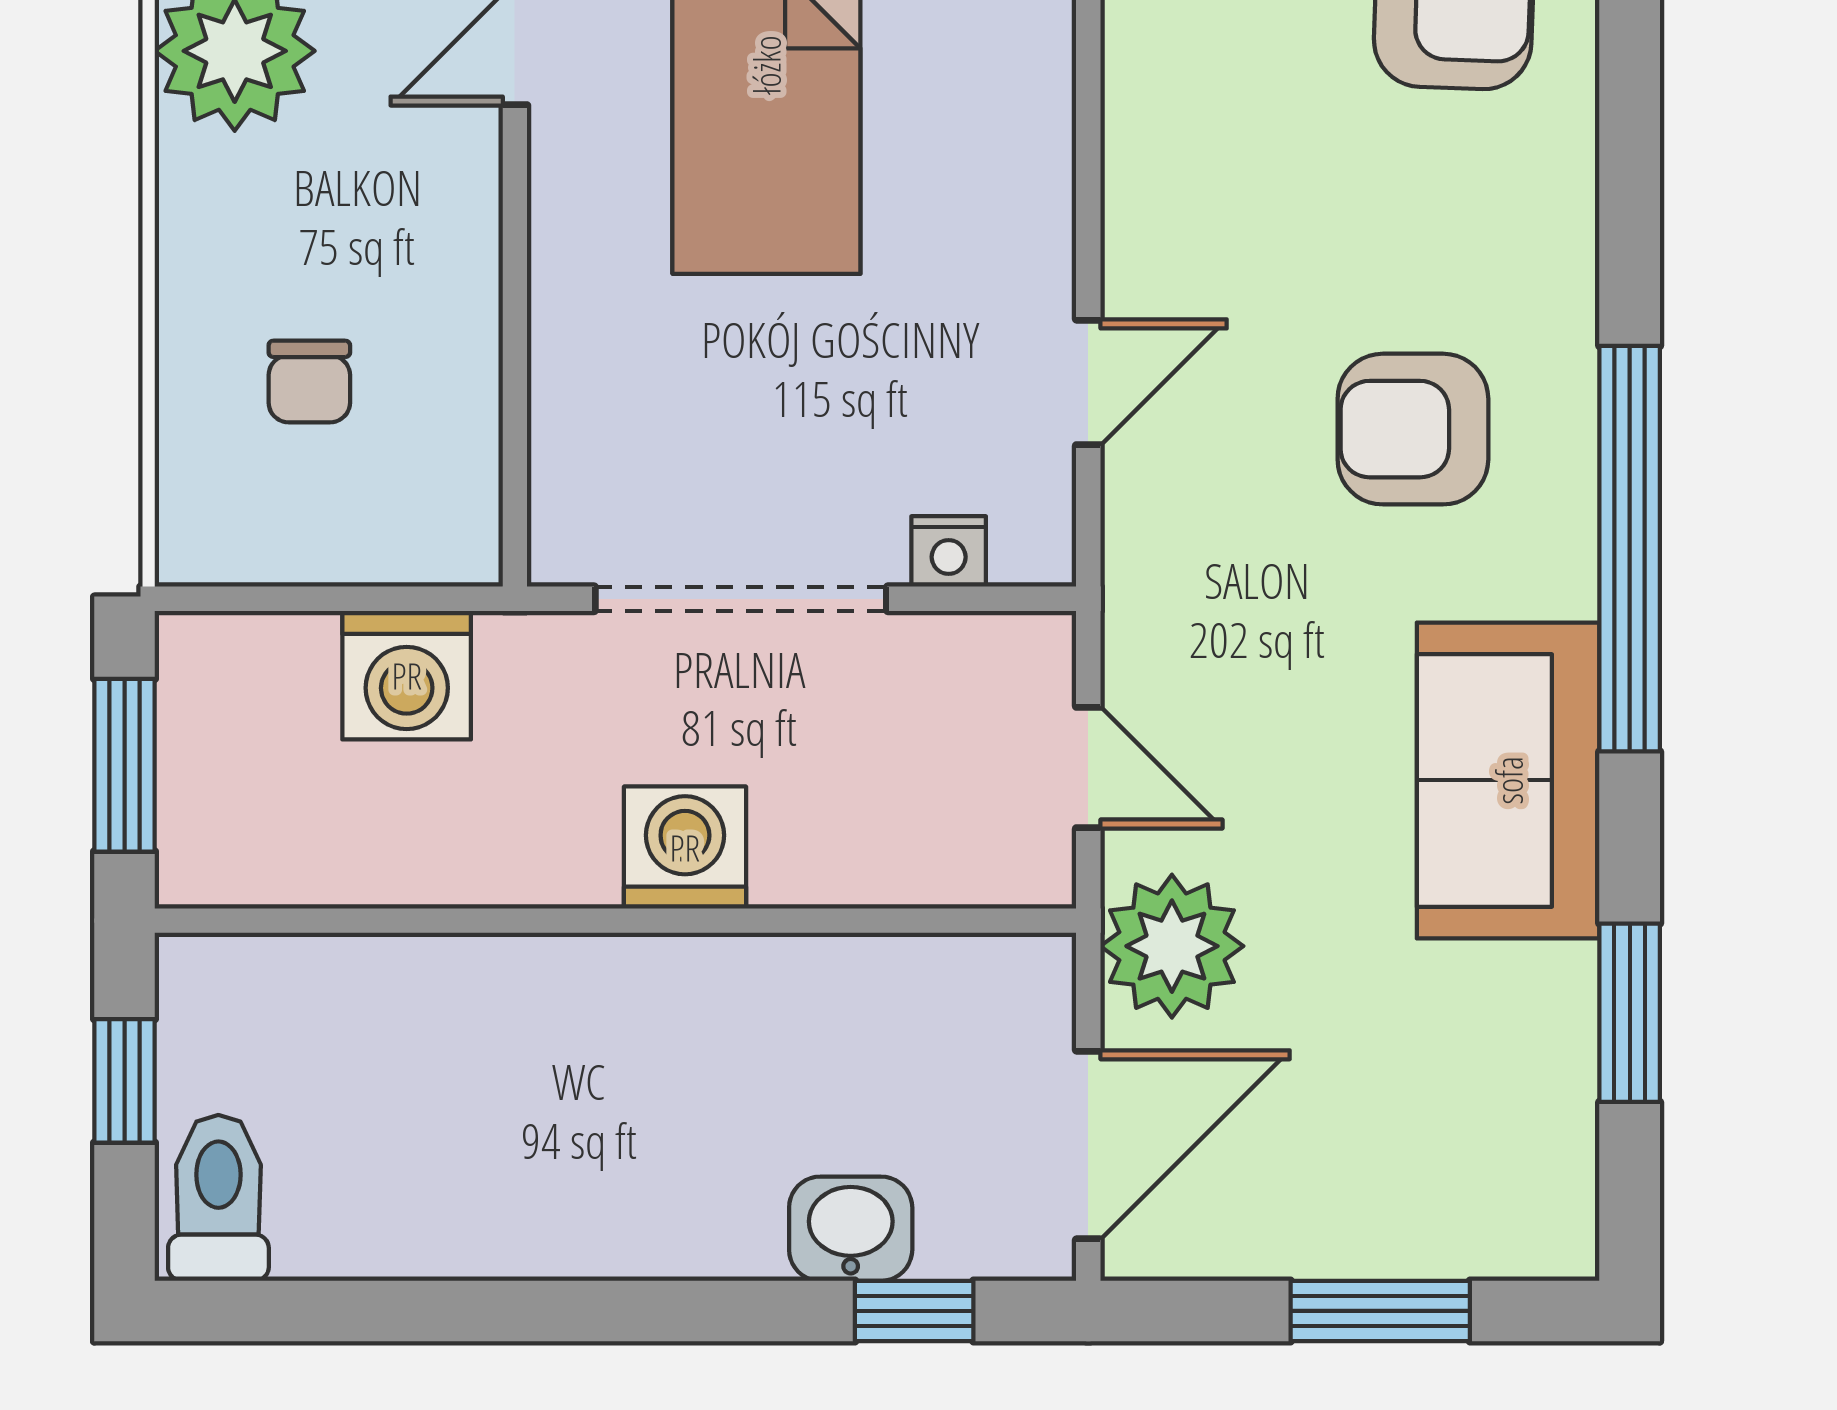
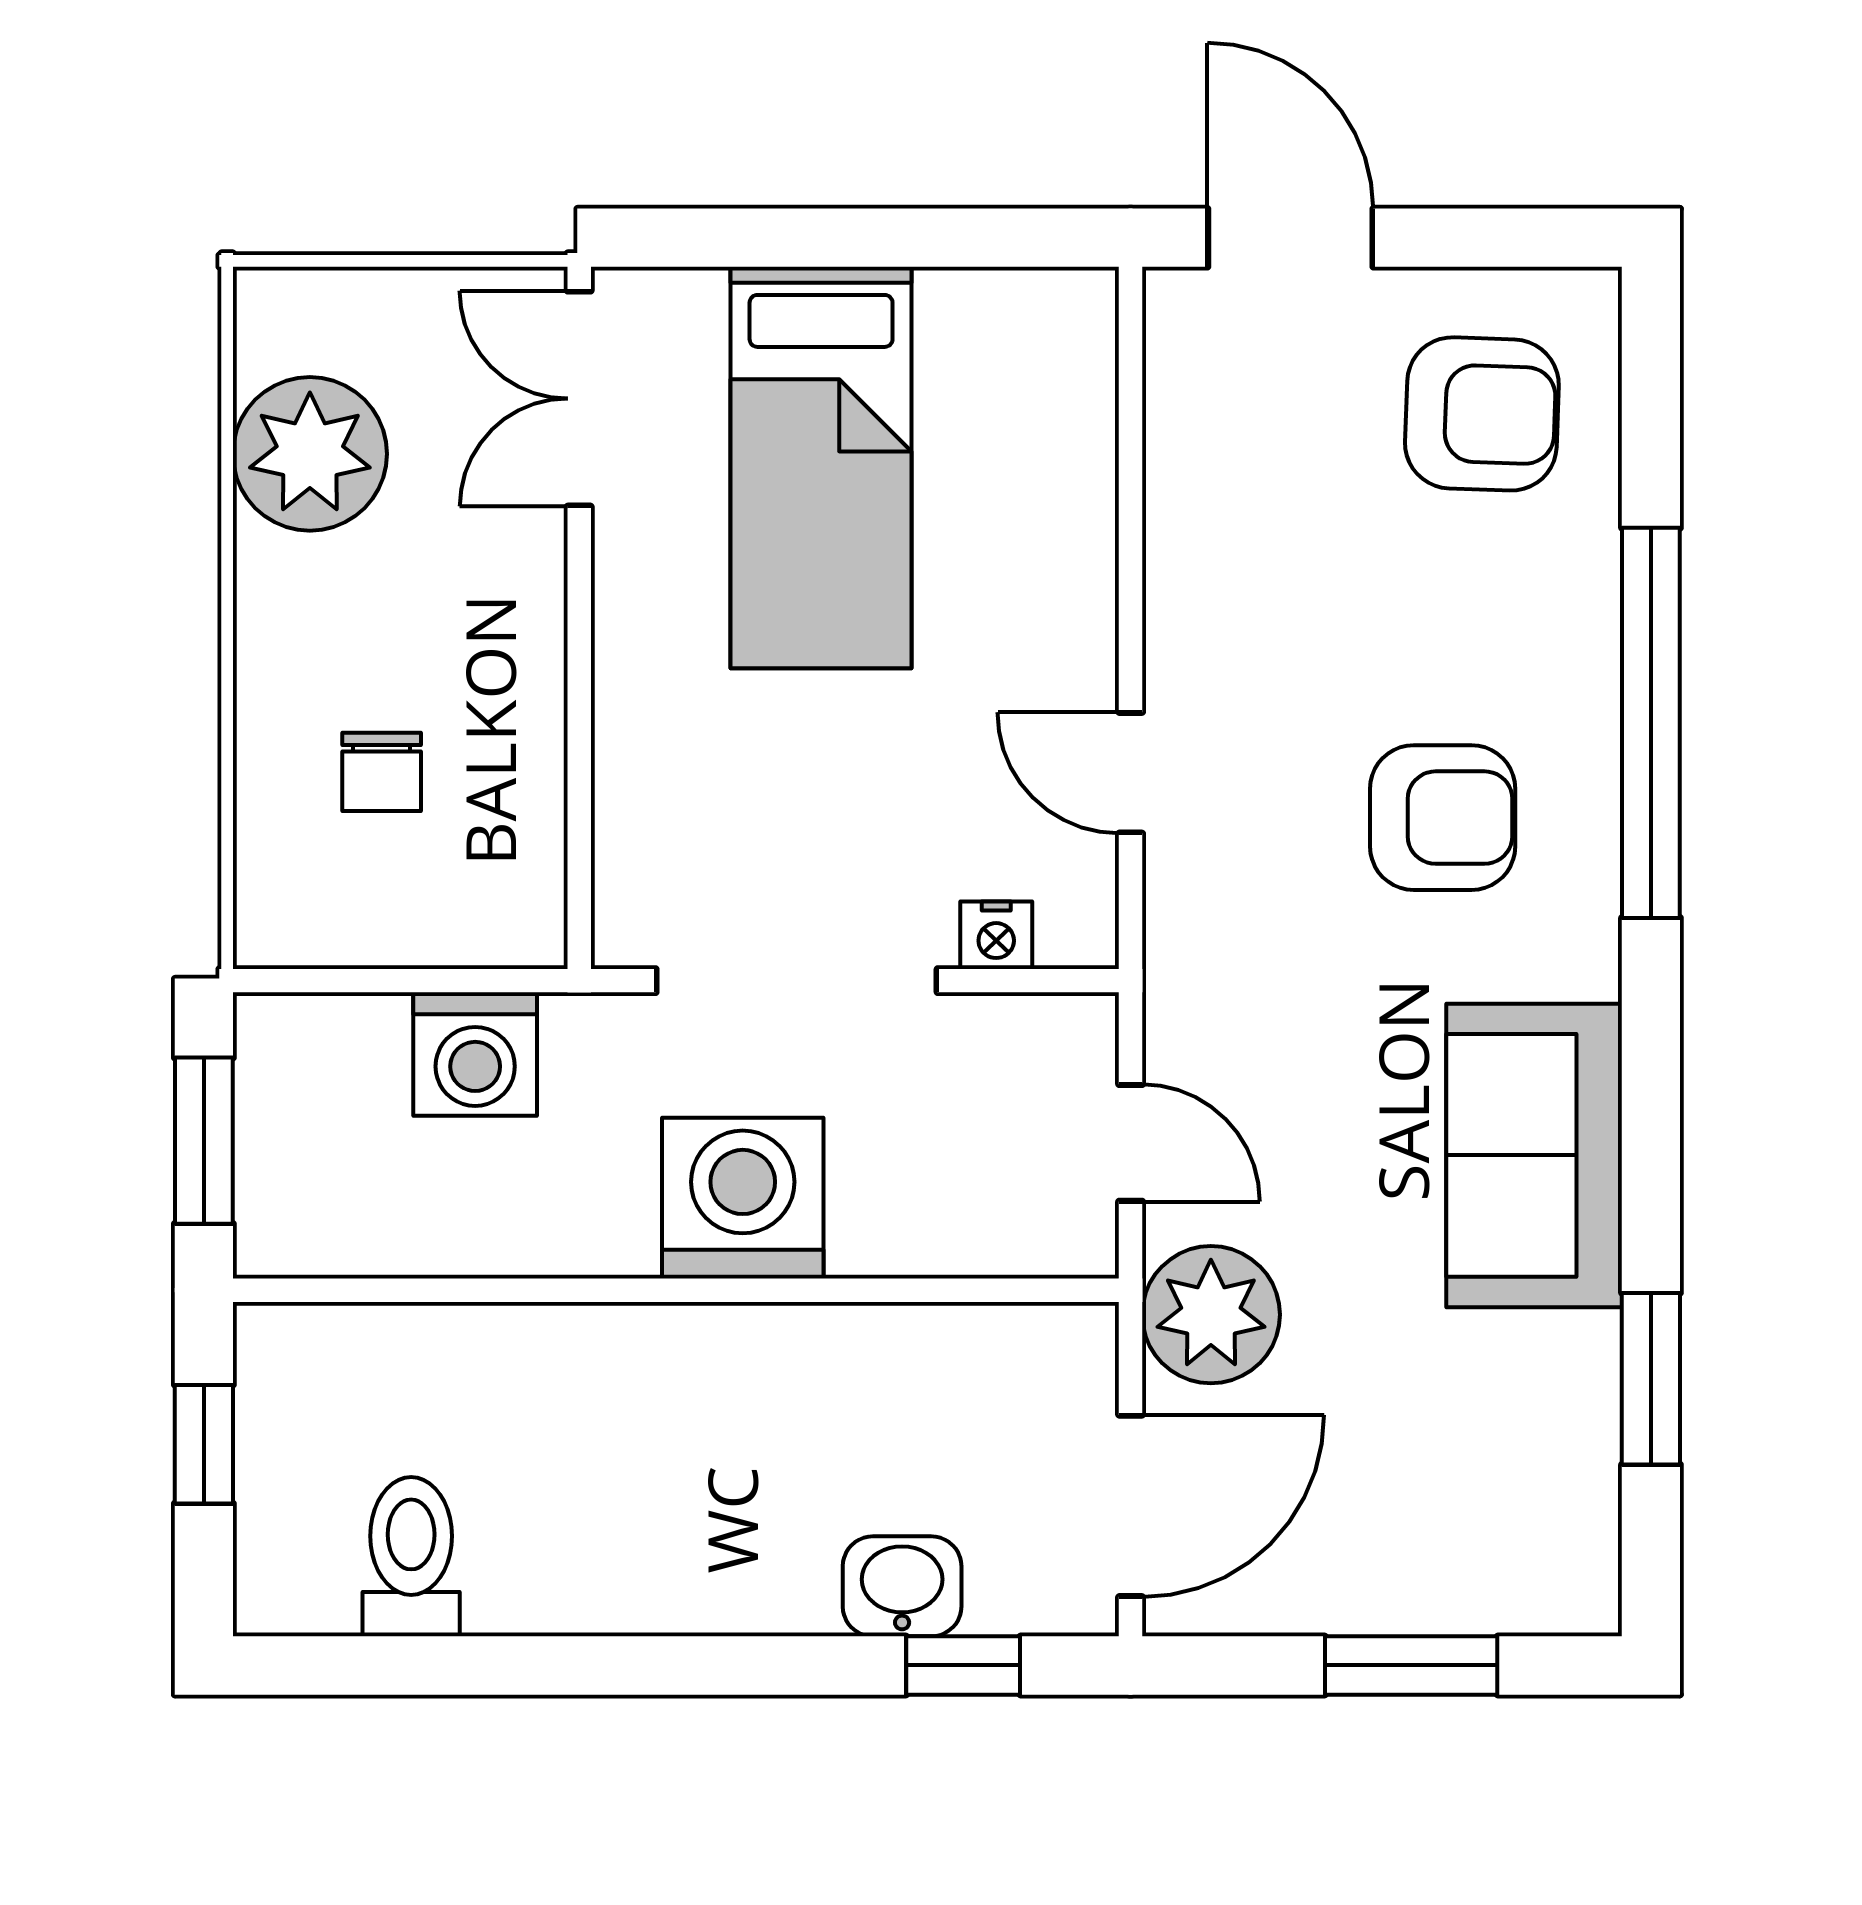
door: (1088, 382) -> (1131, 773), swing flipped
armchair: (1413, 429) -> (1443, 818), turned 180
window: (1630, 549) -> (1651, 723), moved
washing machine: (685, 847) -> (743, 1198), width x1.37, depth x1.37
toilet: (218, 1198) -> (411, 1557), moved

